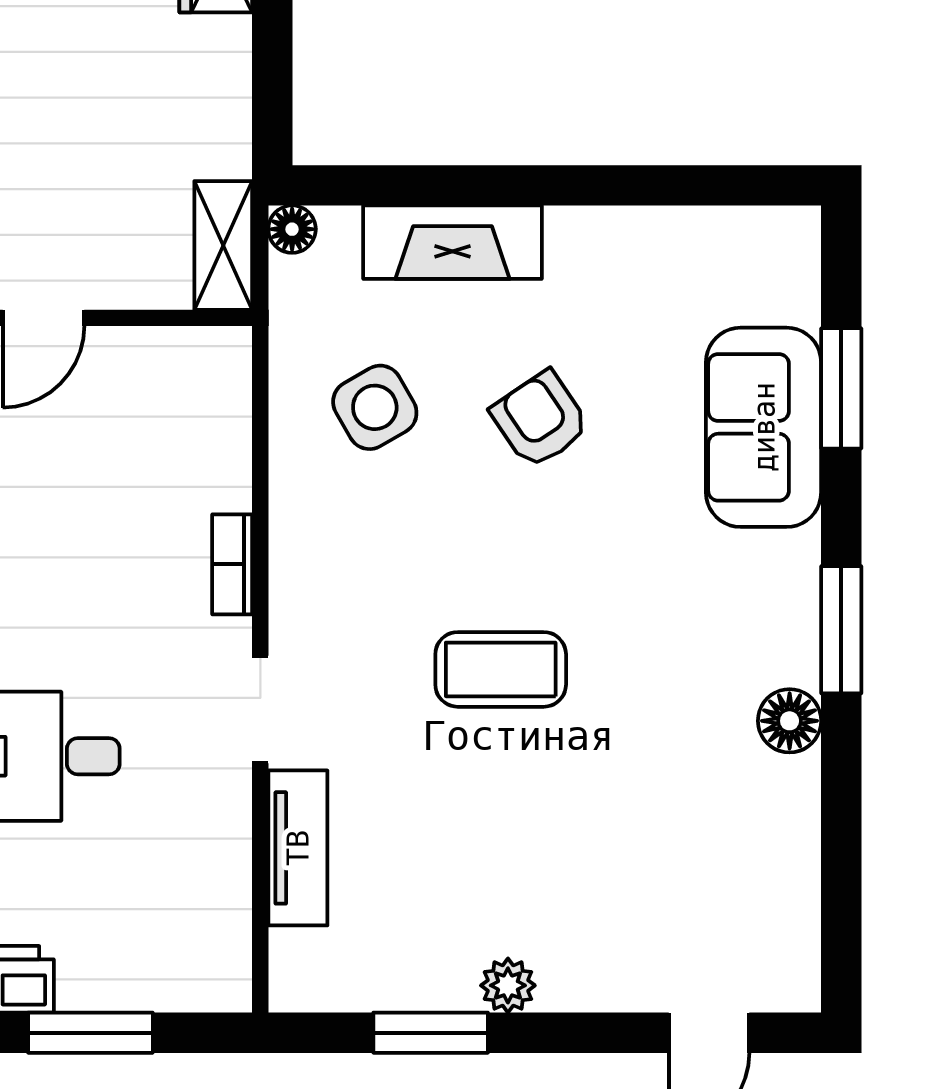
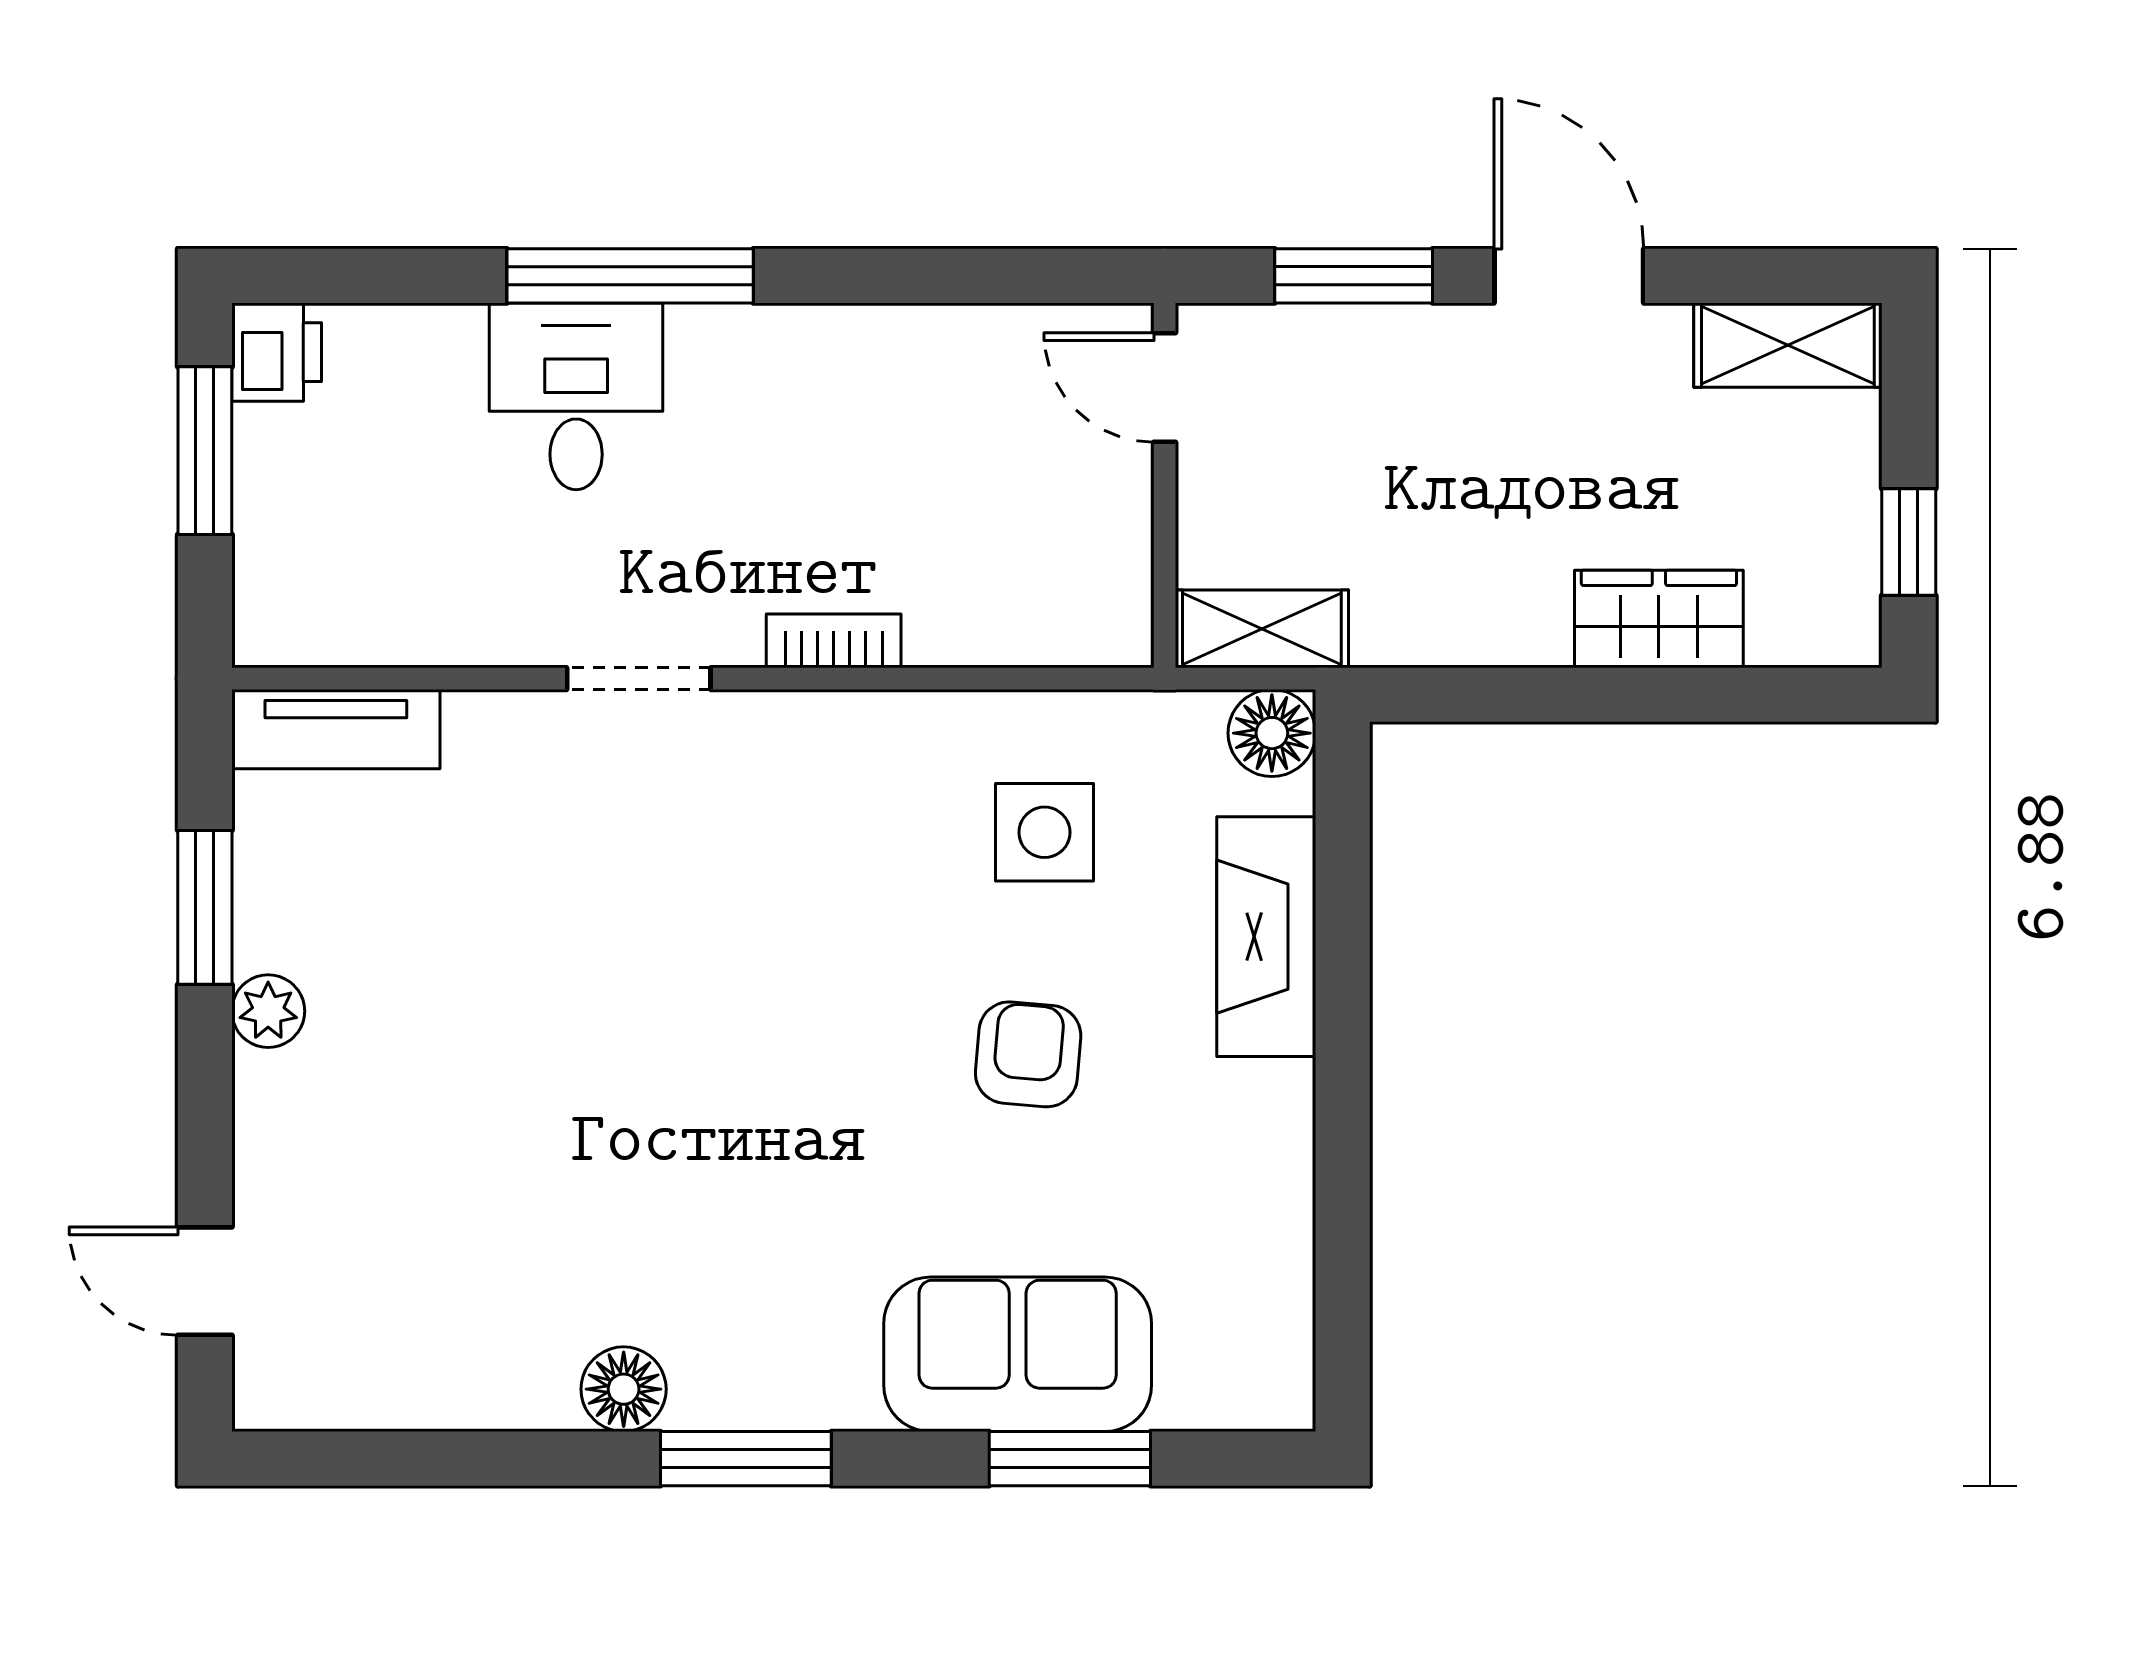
floor lamp: (292, 229) -> (1272, 733), width x1.37, depth x1.37
side table: (375, 407) -> (1044, 832), turned 30
armchair: (540, 420) -> (1028, 1054), turned -51
coffee table: (501, 669) -> (693, 1001), removed
tv unit: (298, 848) -> (336, 729), moved

